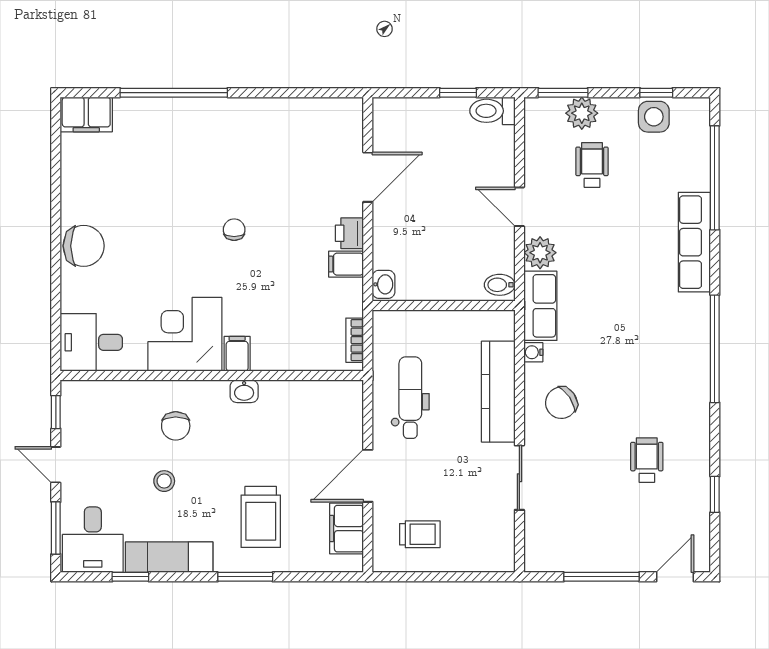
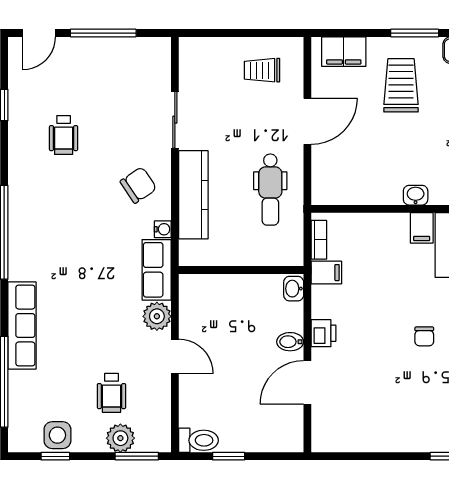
filing cabinet: (346, 264) -> (326, 273), moved
bidet: (500, 285) -> (290, 342), moved, turned 180
filing cabinet: (347, 529) -> (344, 52), moved, turned 90

